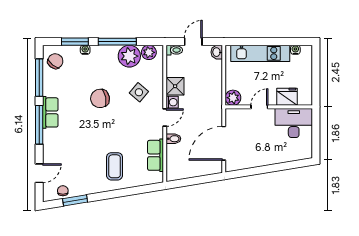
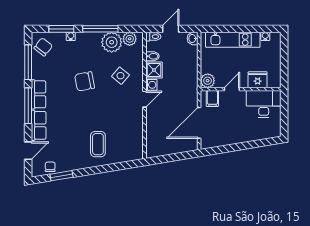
filing cabinet: (238, 117) -> (212, 99), added
bidet: (173, 139) -> (152, 56), moved
row of seats: (156, 155) -> (39, 125), moved, turned 180

